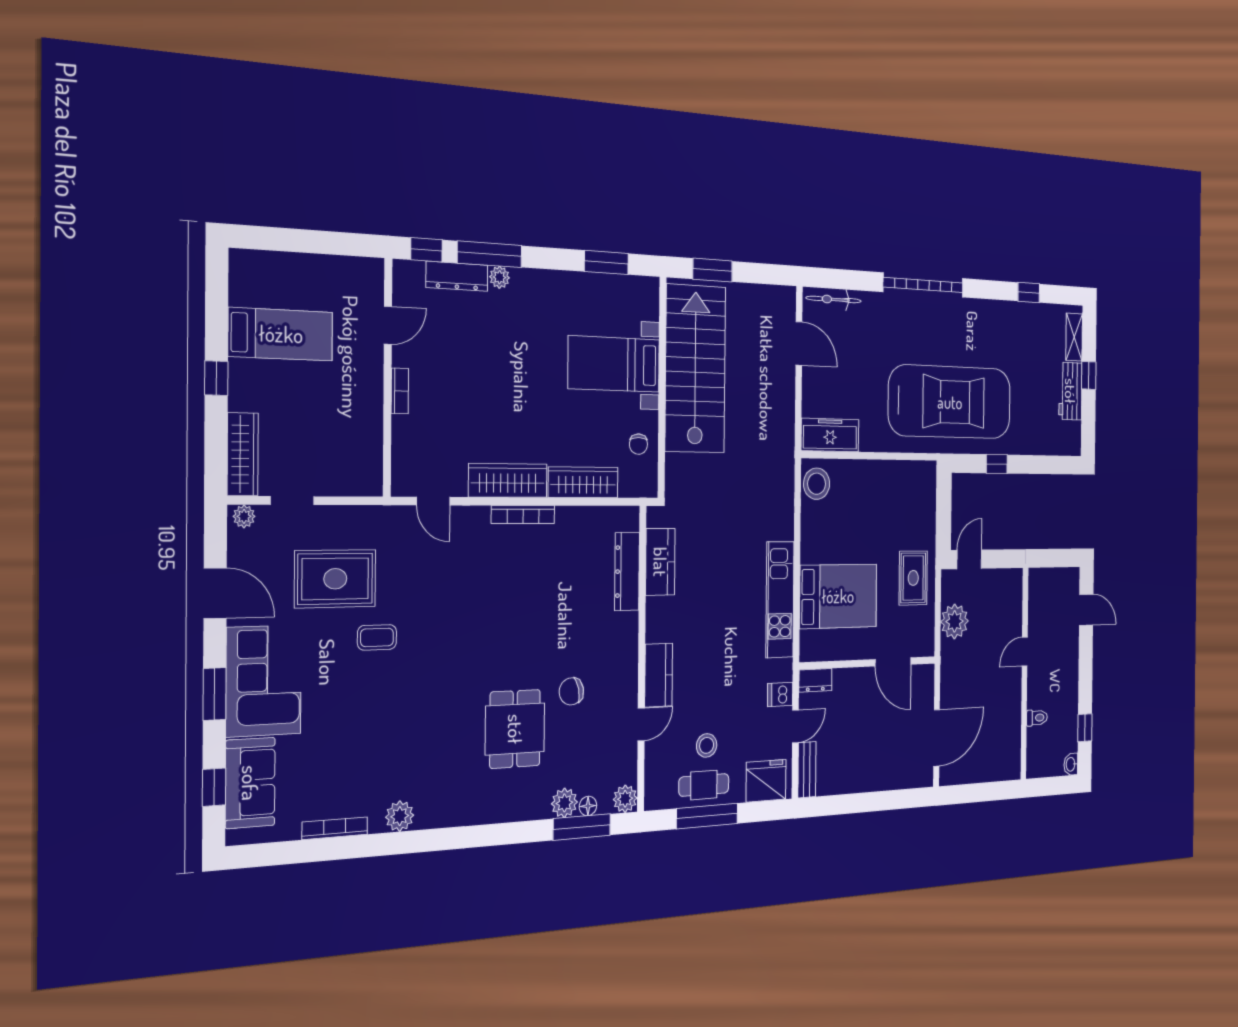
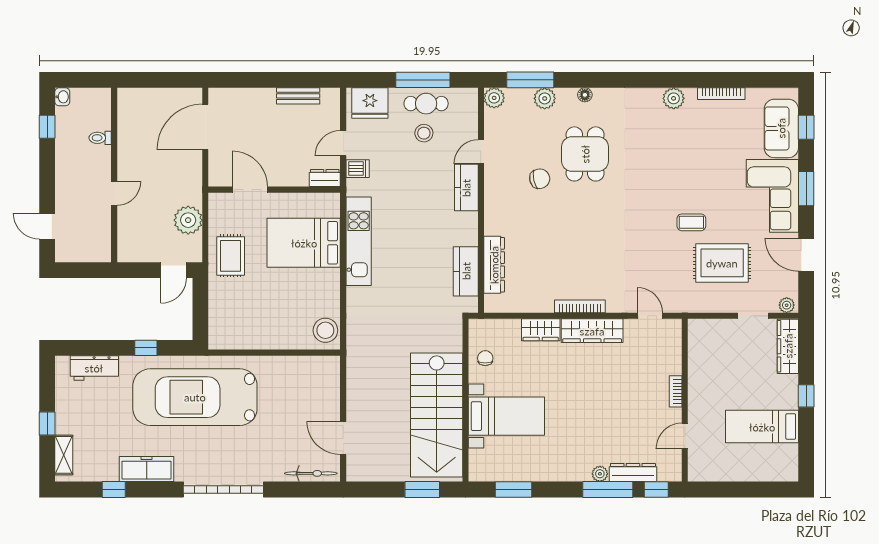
workbench: (1070, 391) -> (94, 368), moved, turned 90
freezer: (830, 435) -> (147, 469), moved, turned 180
wardrobe: (583, 482) -> (541, 330), width x0.67
bench: (807, 770) -> (298, 96), moved, turned 90
floor lamp: (588, 806) -> (585, 95), moved

